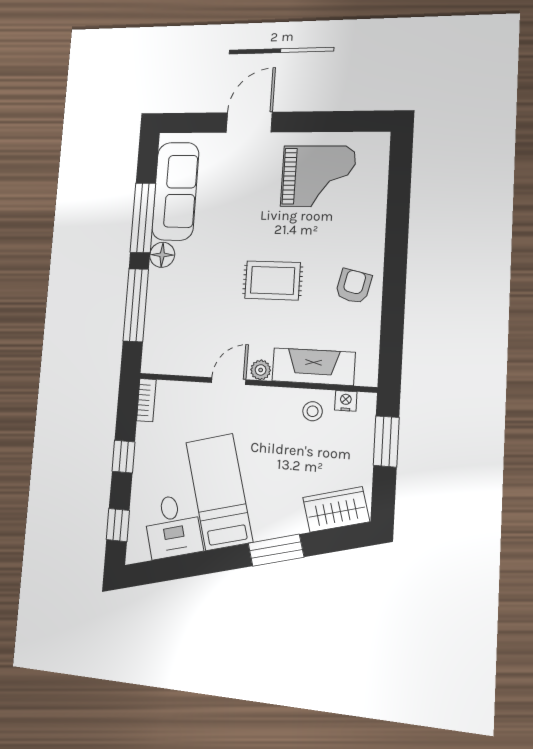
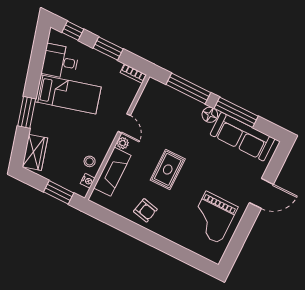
door: (249, 122) -> (261, 193), hinge flipped
window: (123, 457) -> (108, 48), width x1.50

